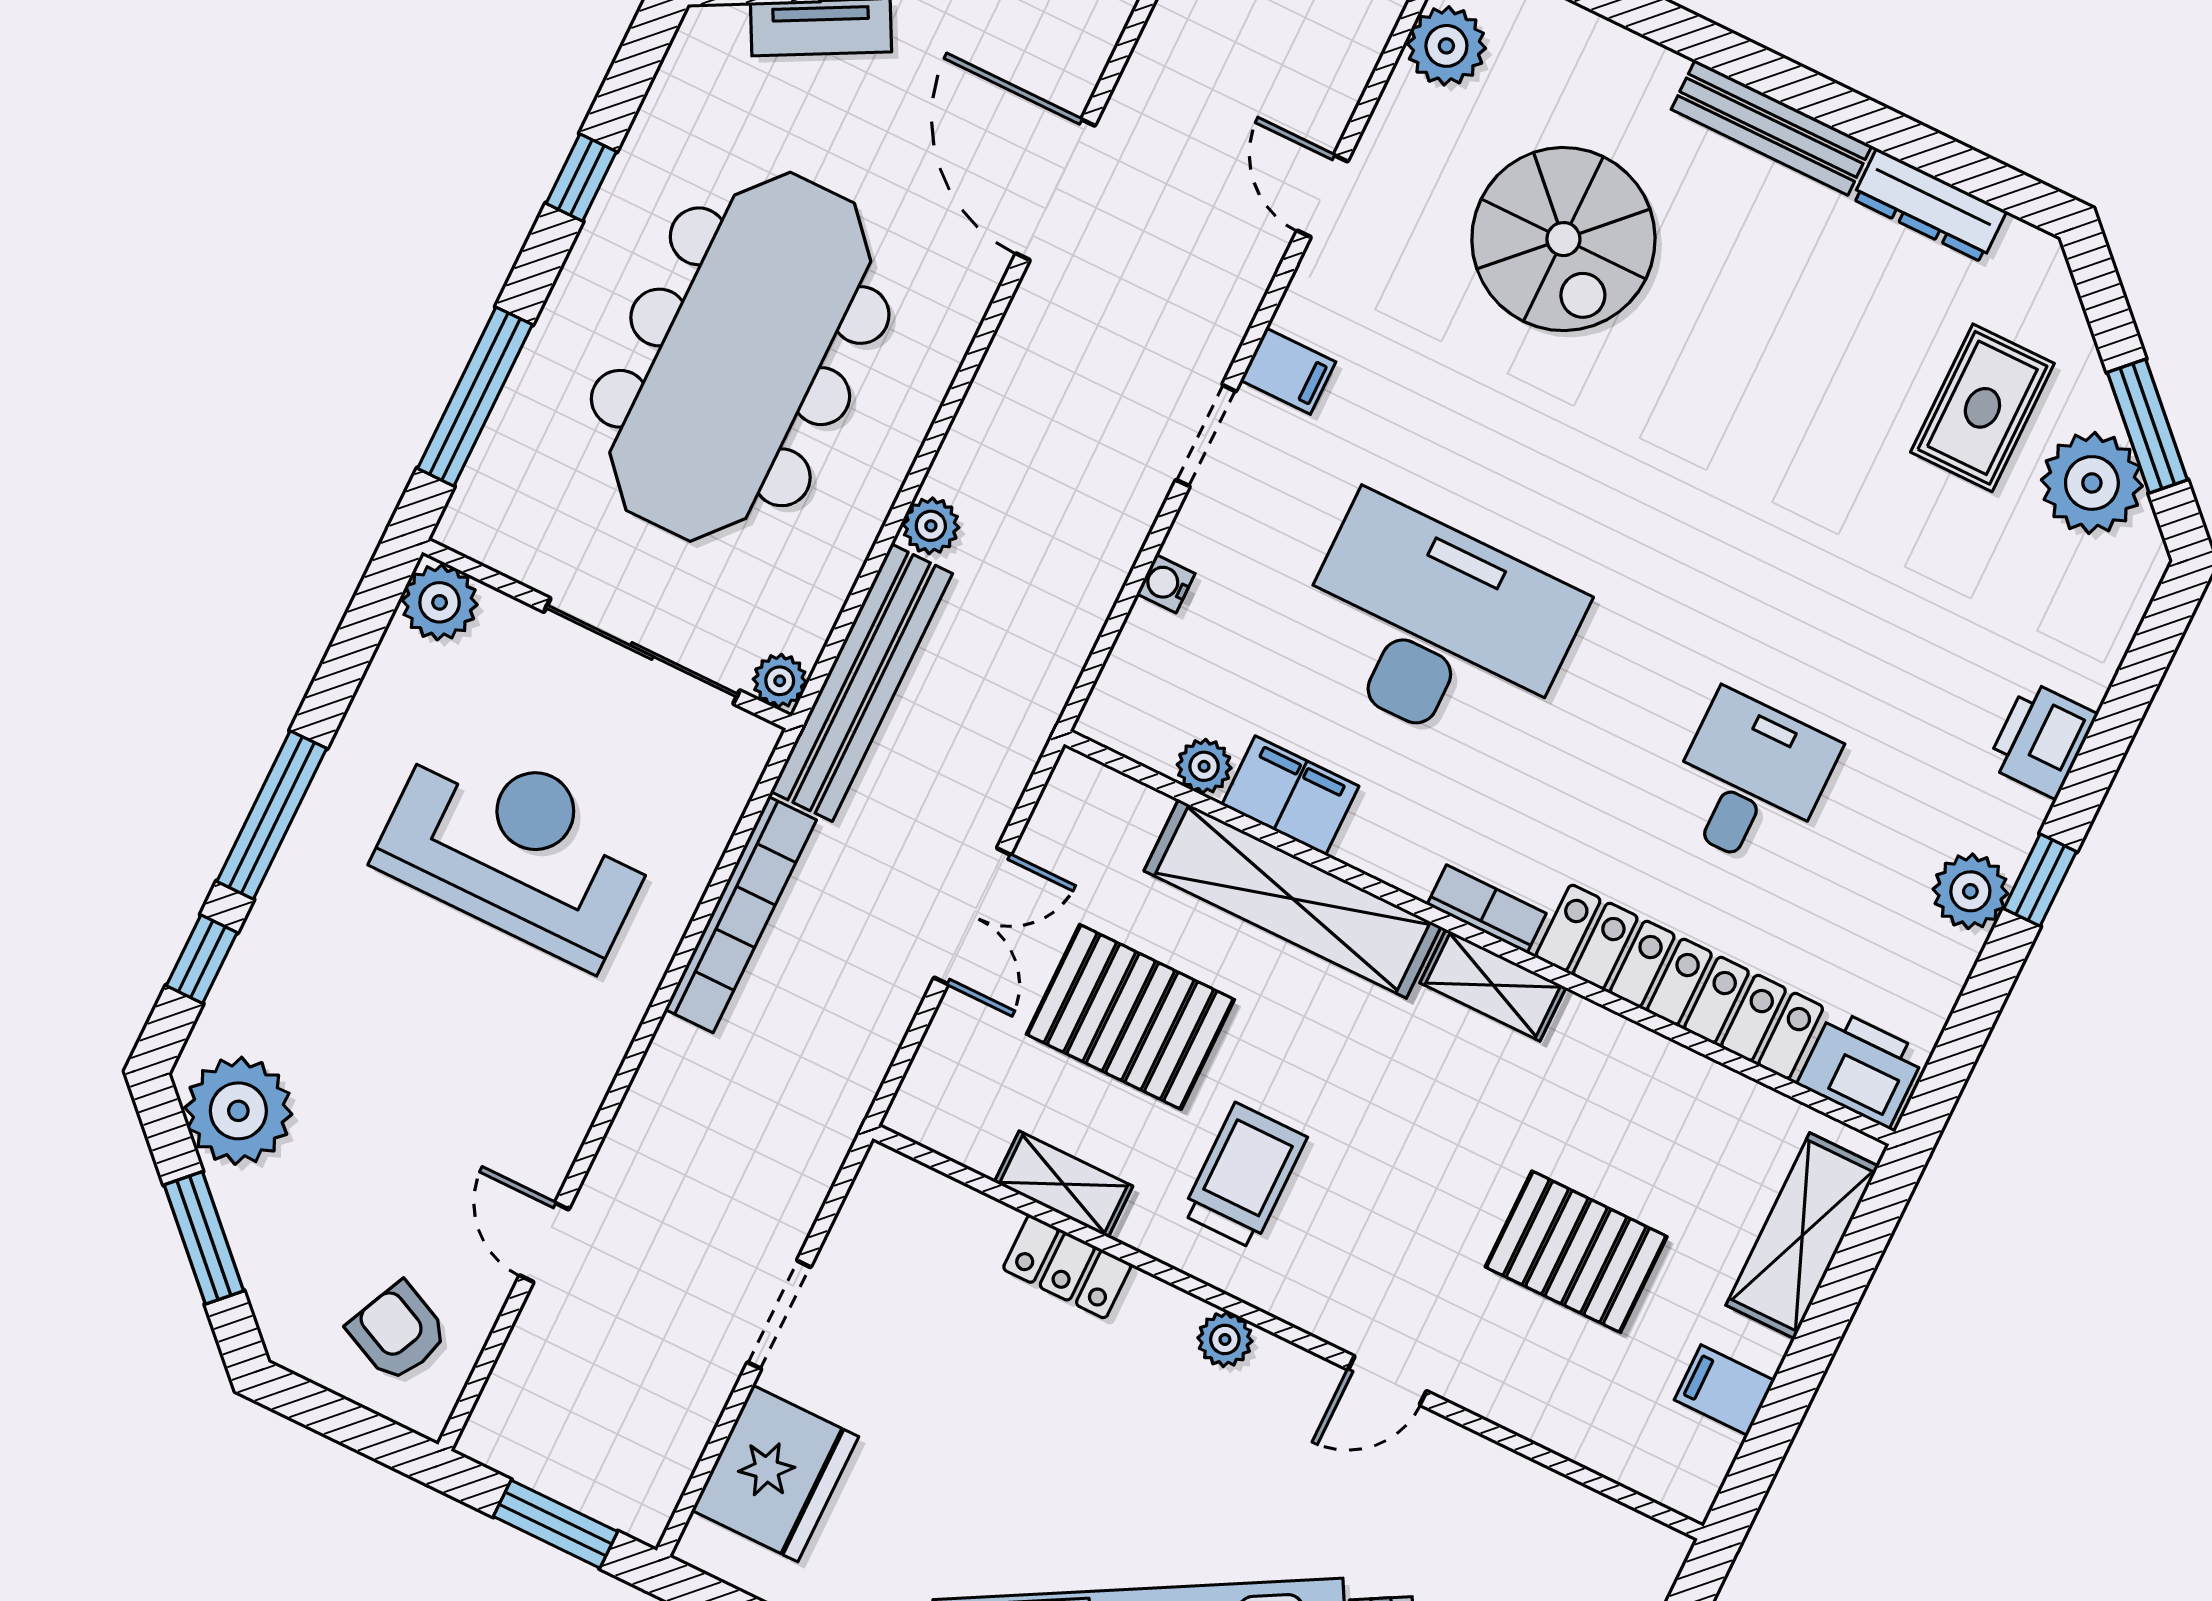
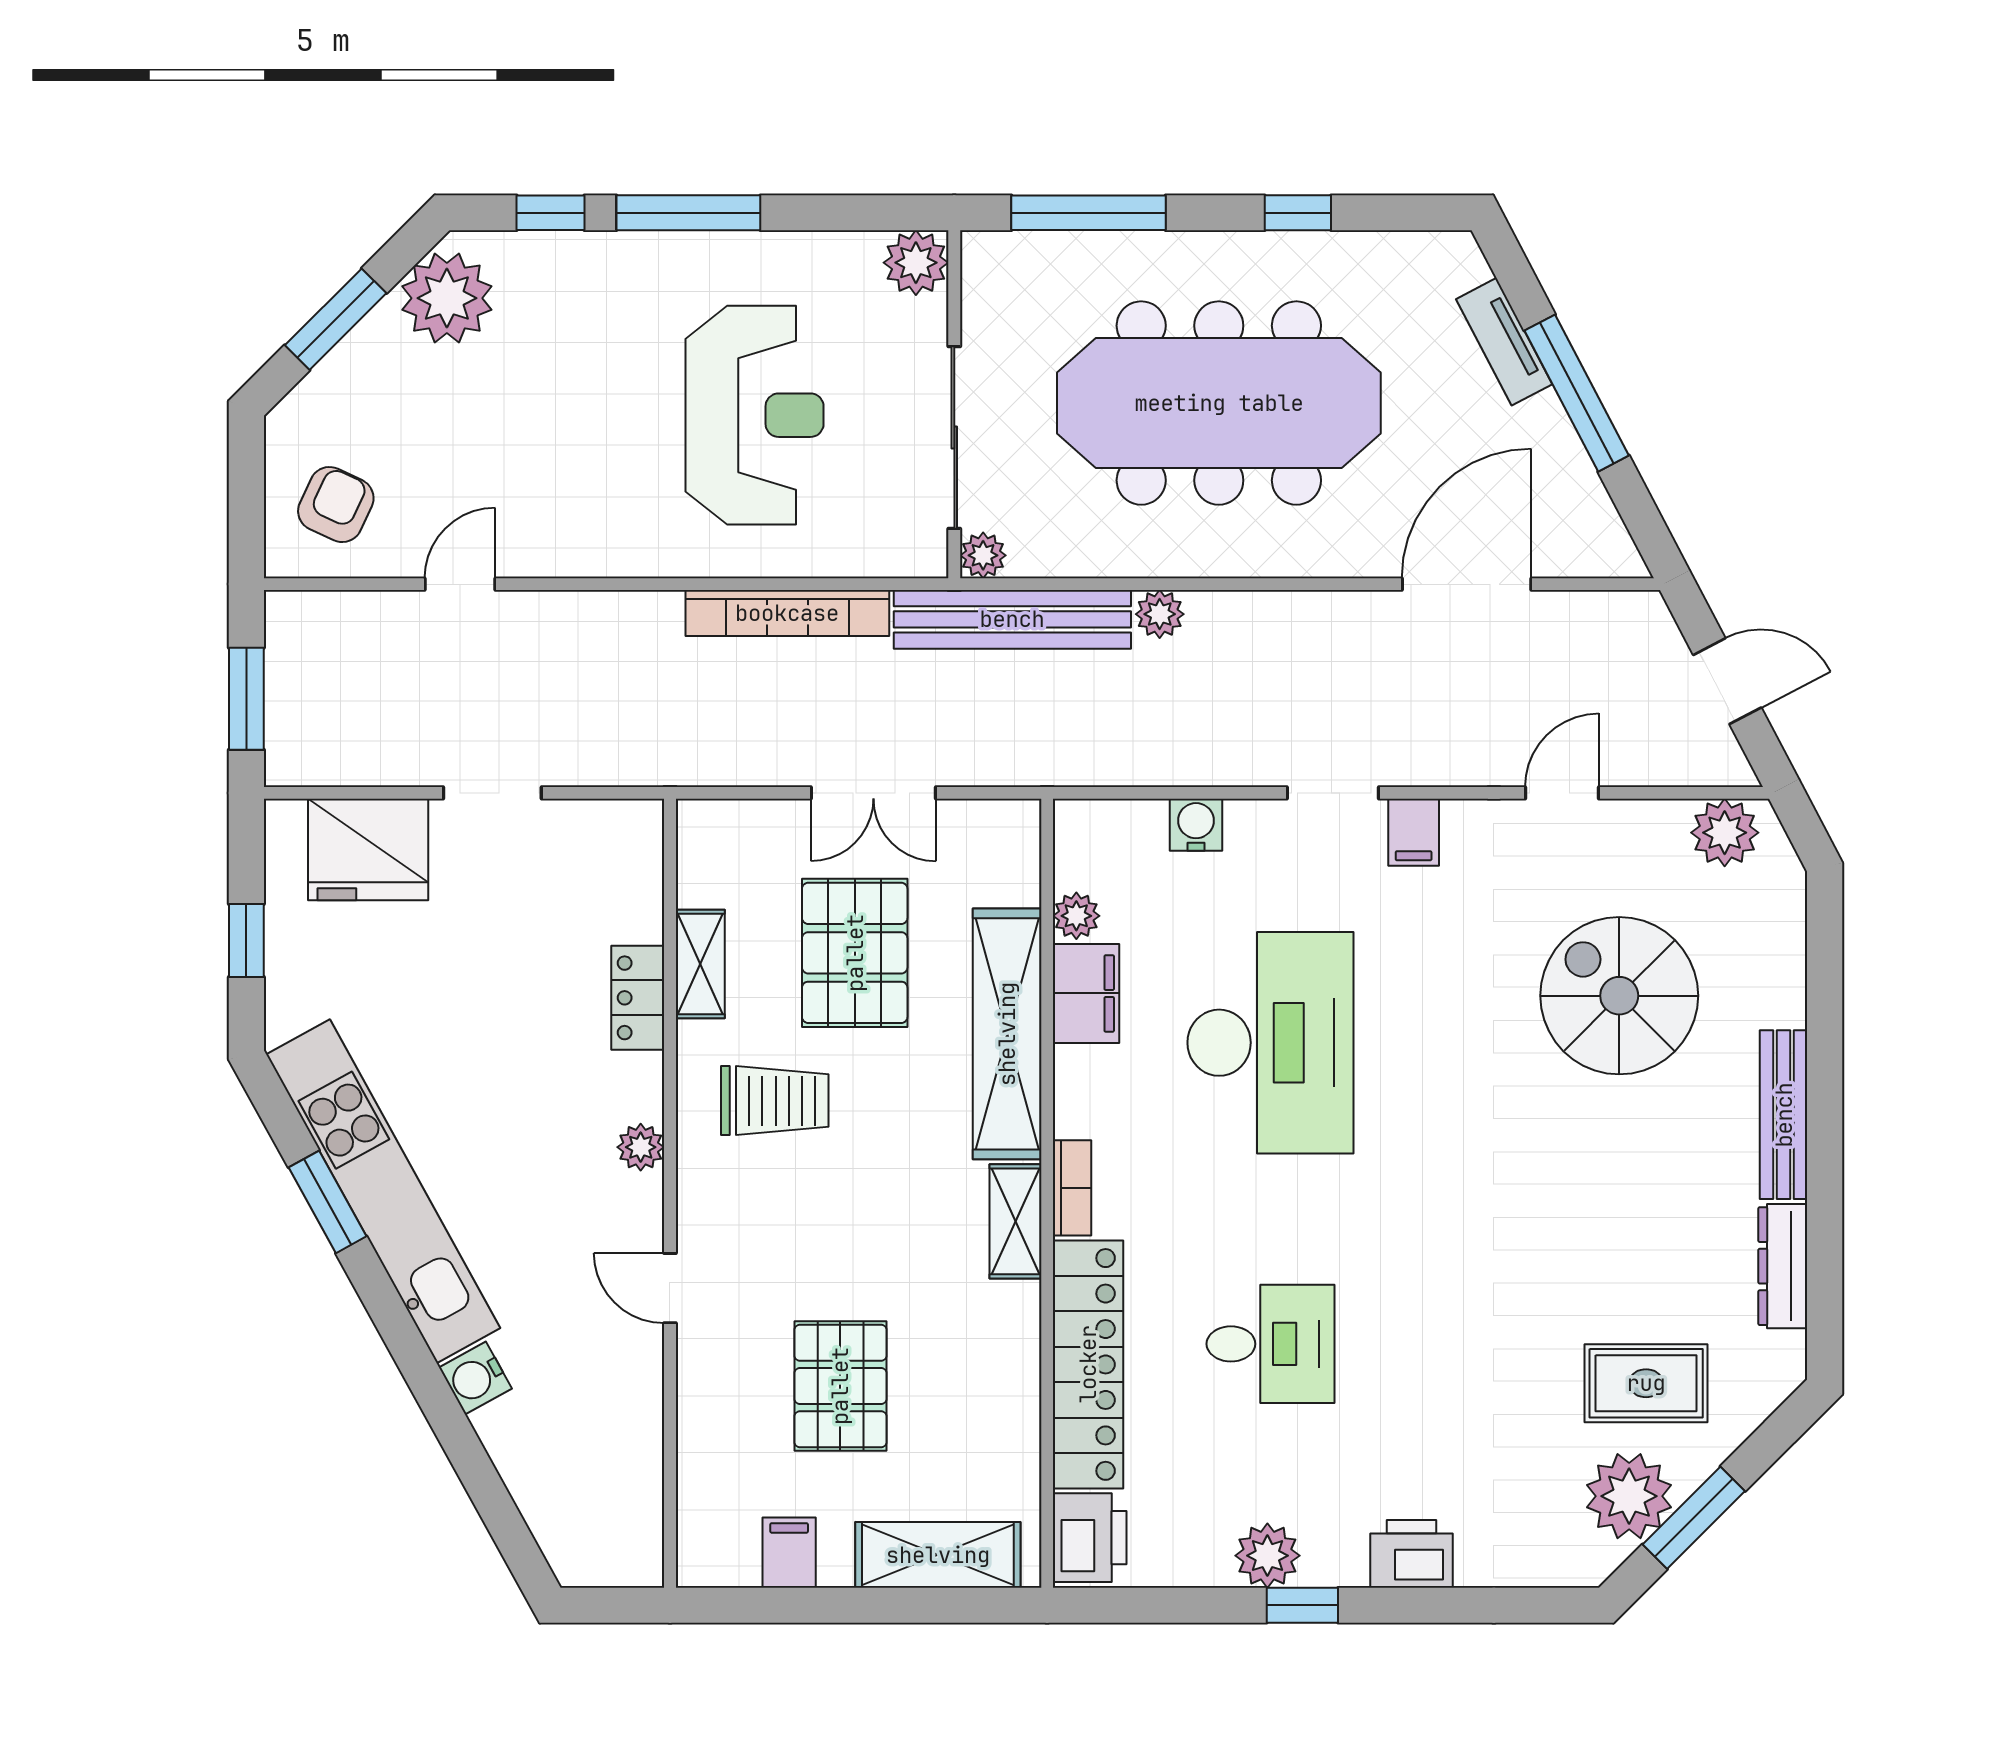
spiral stairs: (1563, 239) -> (1619, 996), turned 90
water cooler: (1166, 584) -> (1196, 825), width x1.38, depth x1.38

